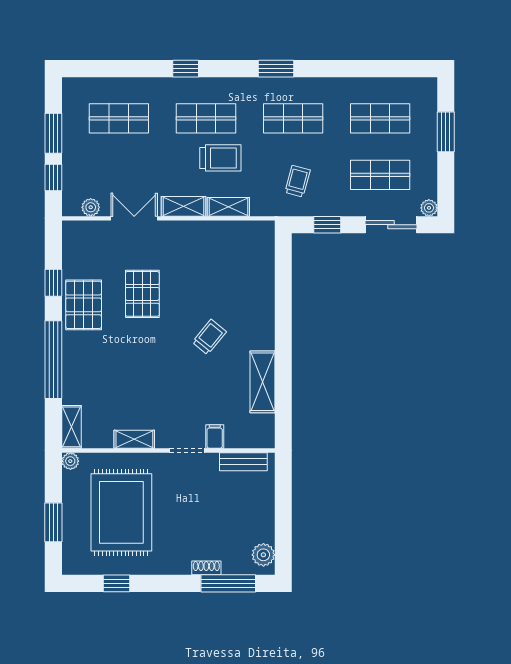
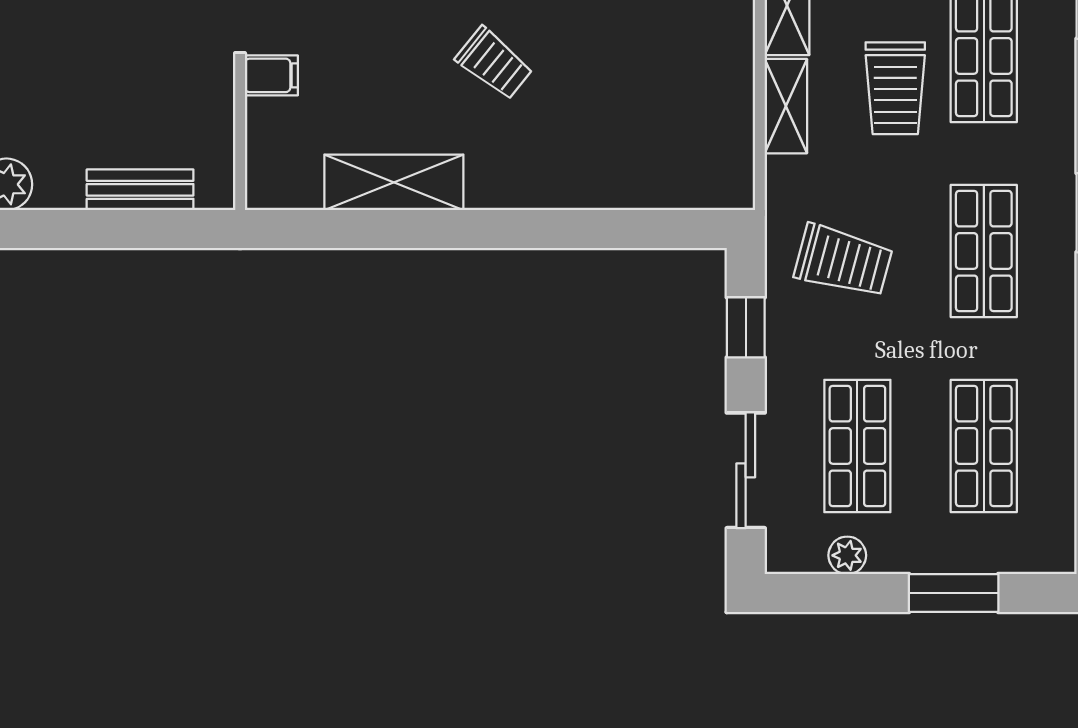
trolley: (298, 181) -> (843, 261), width x1.36, depth x1.39
plant: (429, 208) -> (847, 555), moved
bench: (243, 462) -> (140, 190), moved, turned 90

